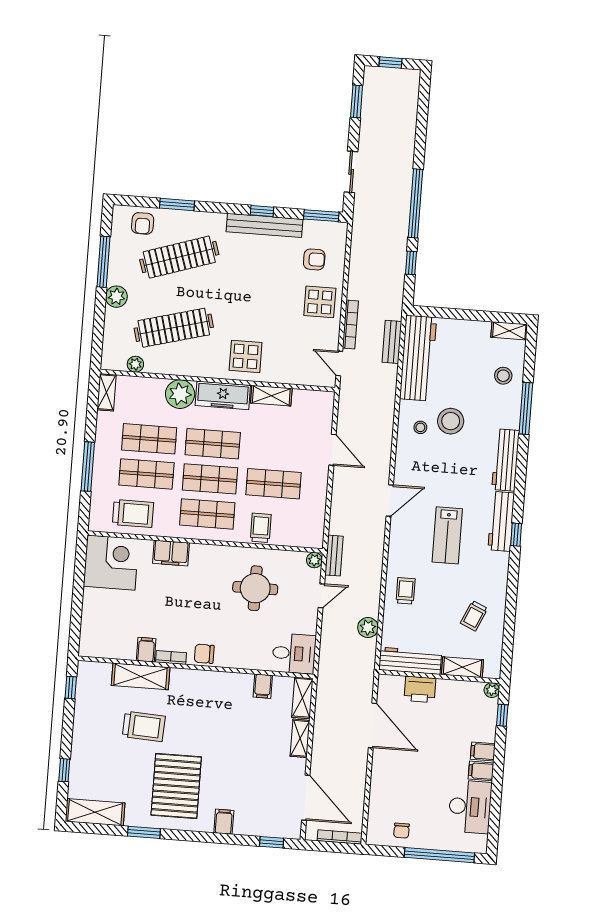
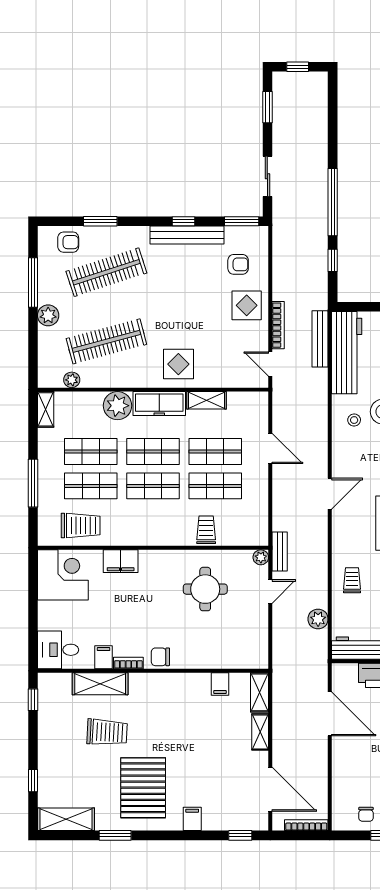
armchair: (143, 223) -> (68, 242), turned -90
bench: (392, 342) -> (320, 339), width x1.36
shop shelf: (207, 514) -> (215, 452), moved
desk: (294, 654) -> (58, 650), moved, turned 180

